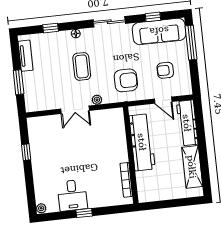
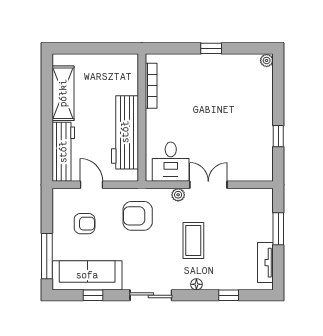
desk: (72, 195) -> (171, 162), moved, turned 180

